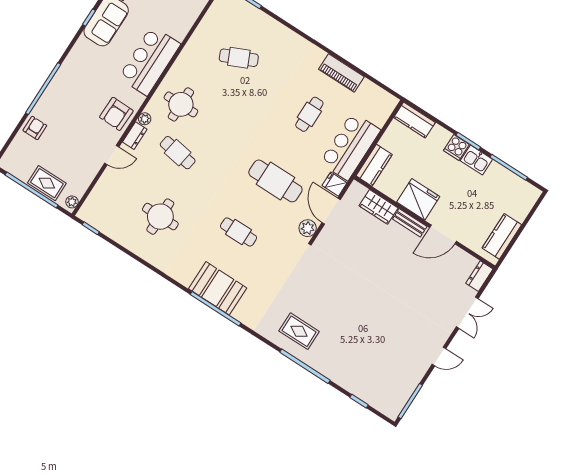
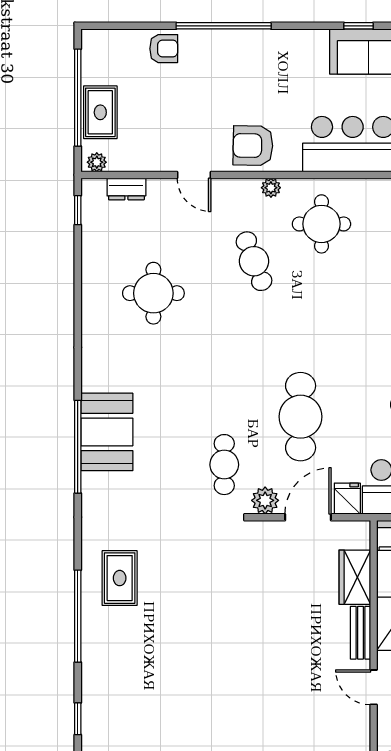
dresser: (135, 136) -> (126, 189), moved
cafe table: (178, 153) -> (254, 261), turned -30
cafe table: (239, 232) -> (224, 465), moved
door: (443, 234) -> (374, 687), width x0.73

